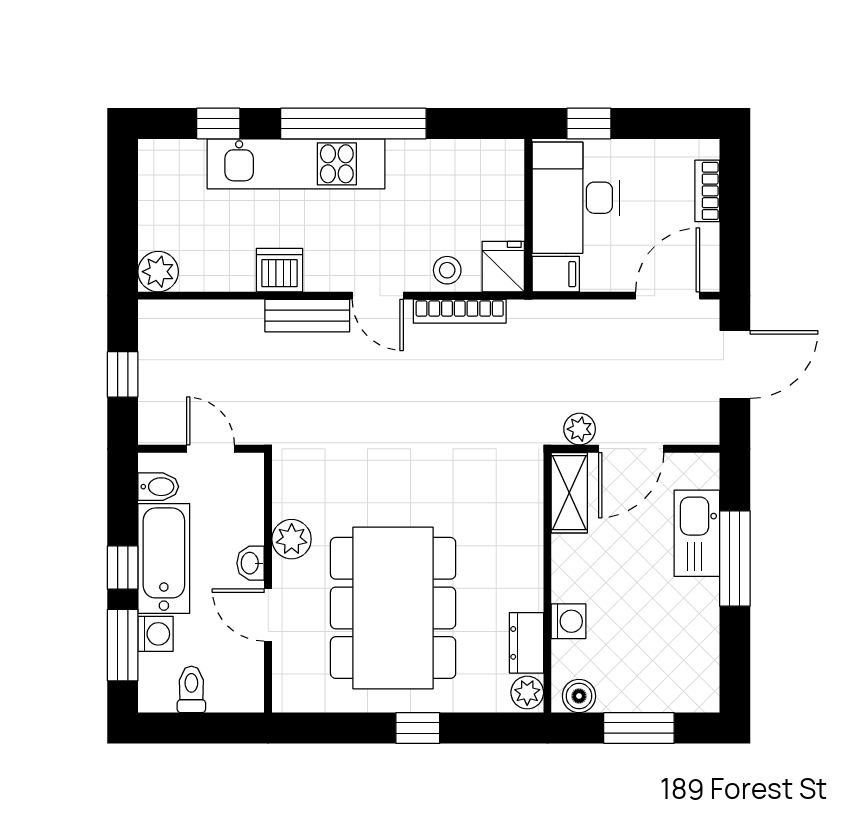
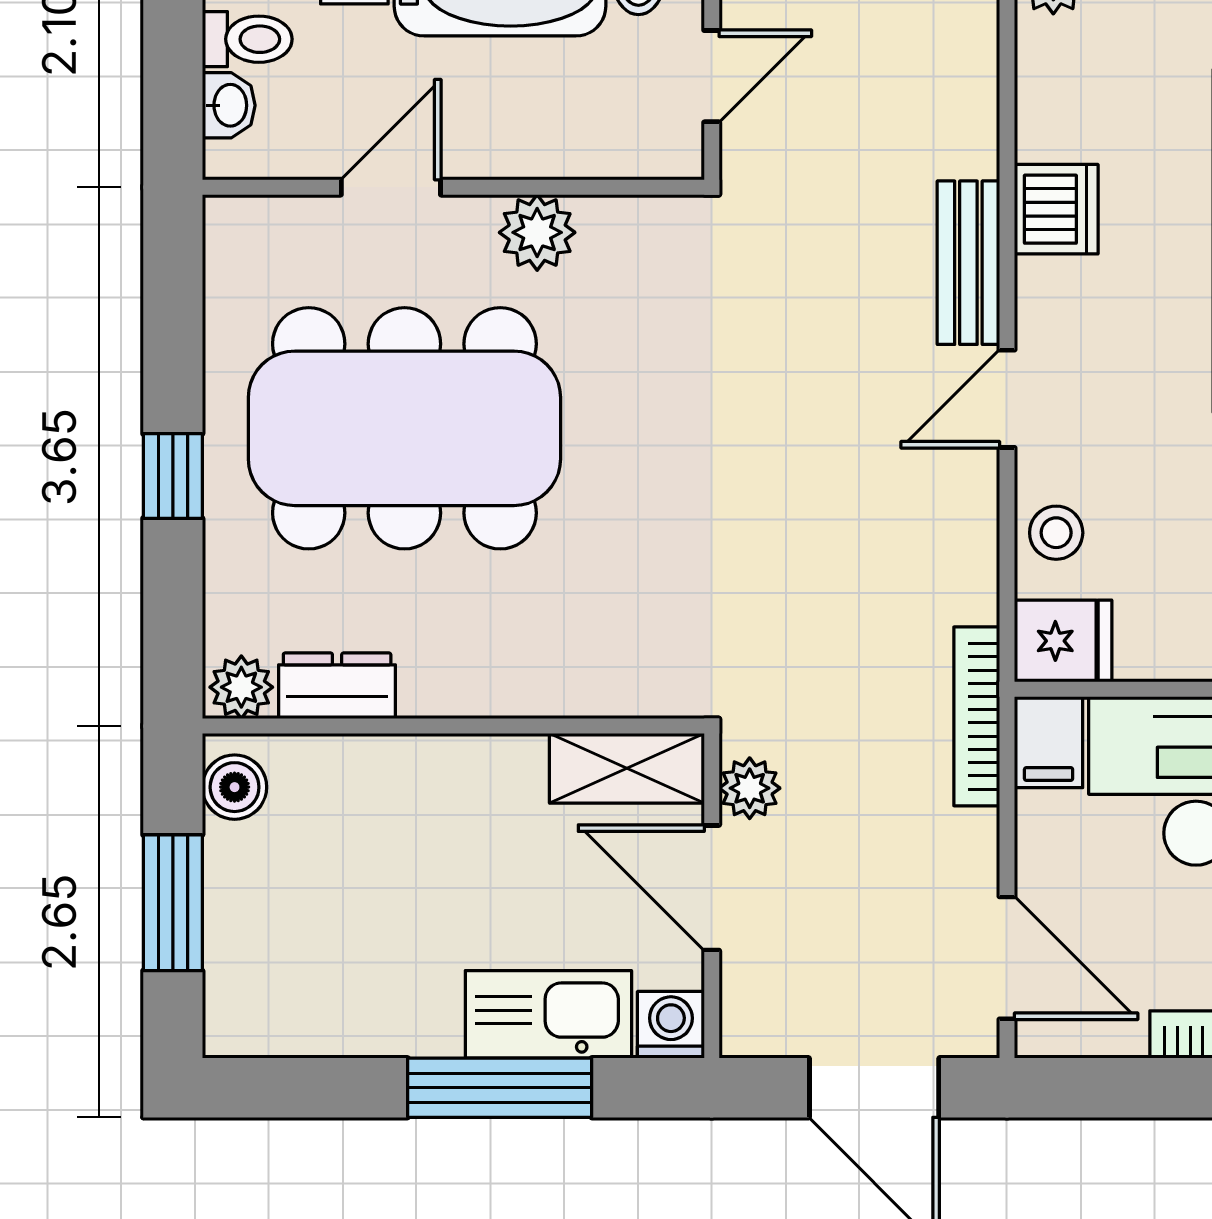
bookcase: (460, 311) -> (977, 716), moved
washbasin: (251, 563) -> (229, 105), moved, turned 90
washing machine: (569, 621) -> (671, 1025), moved, turned 180

